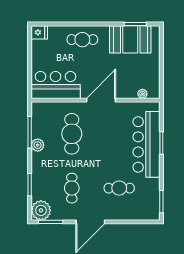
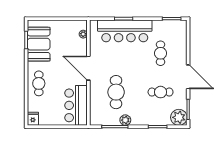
cafe table: (72, 134) -> (116, 92), turned 90

